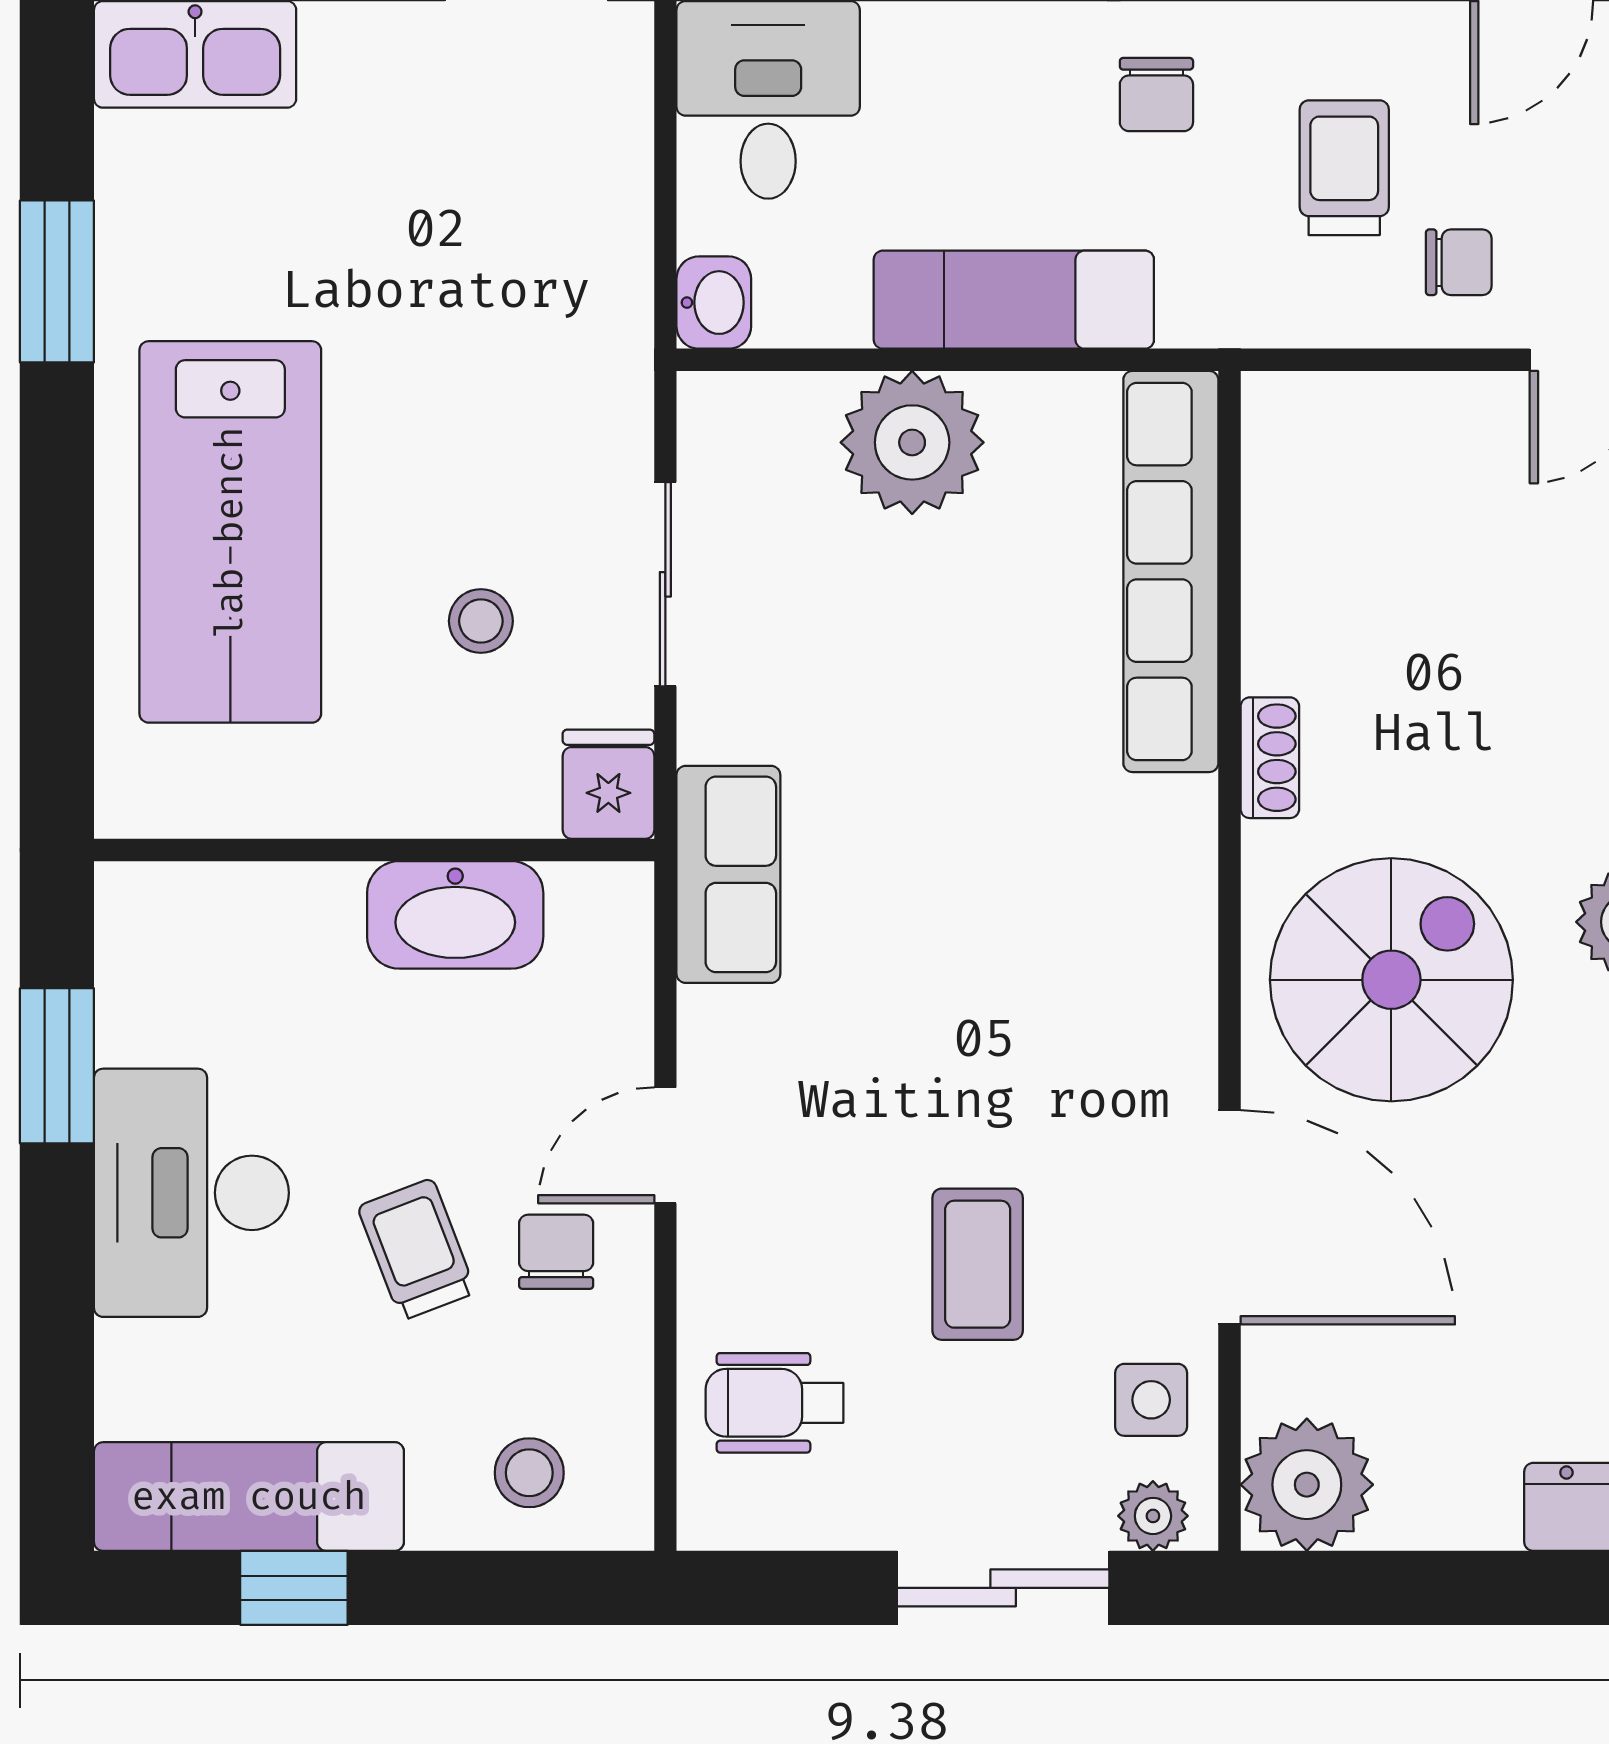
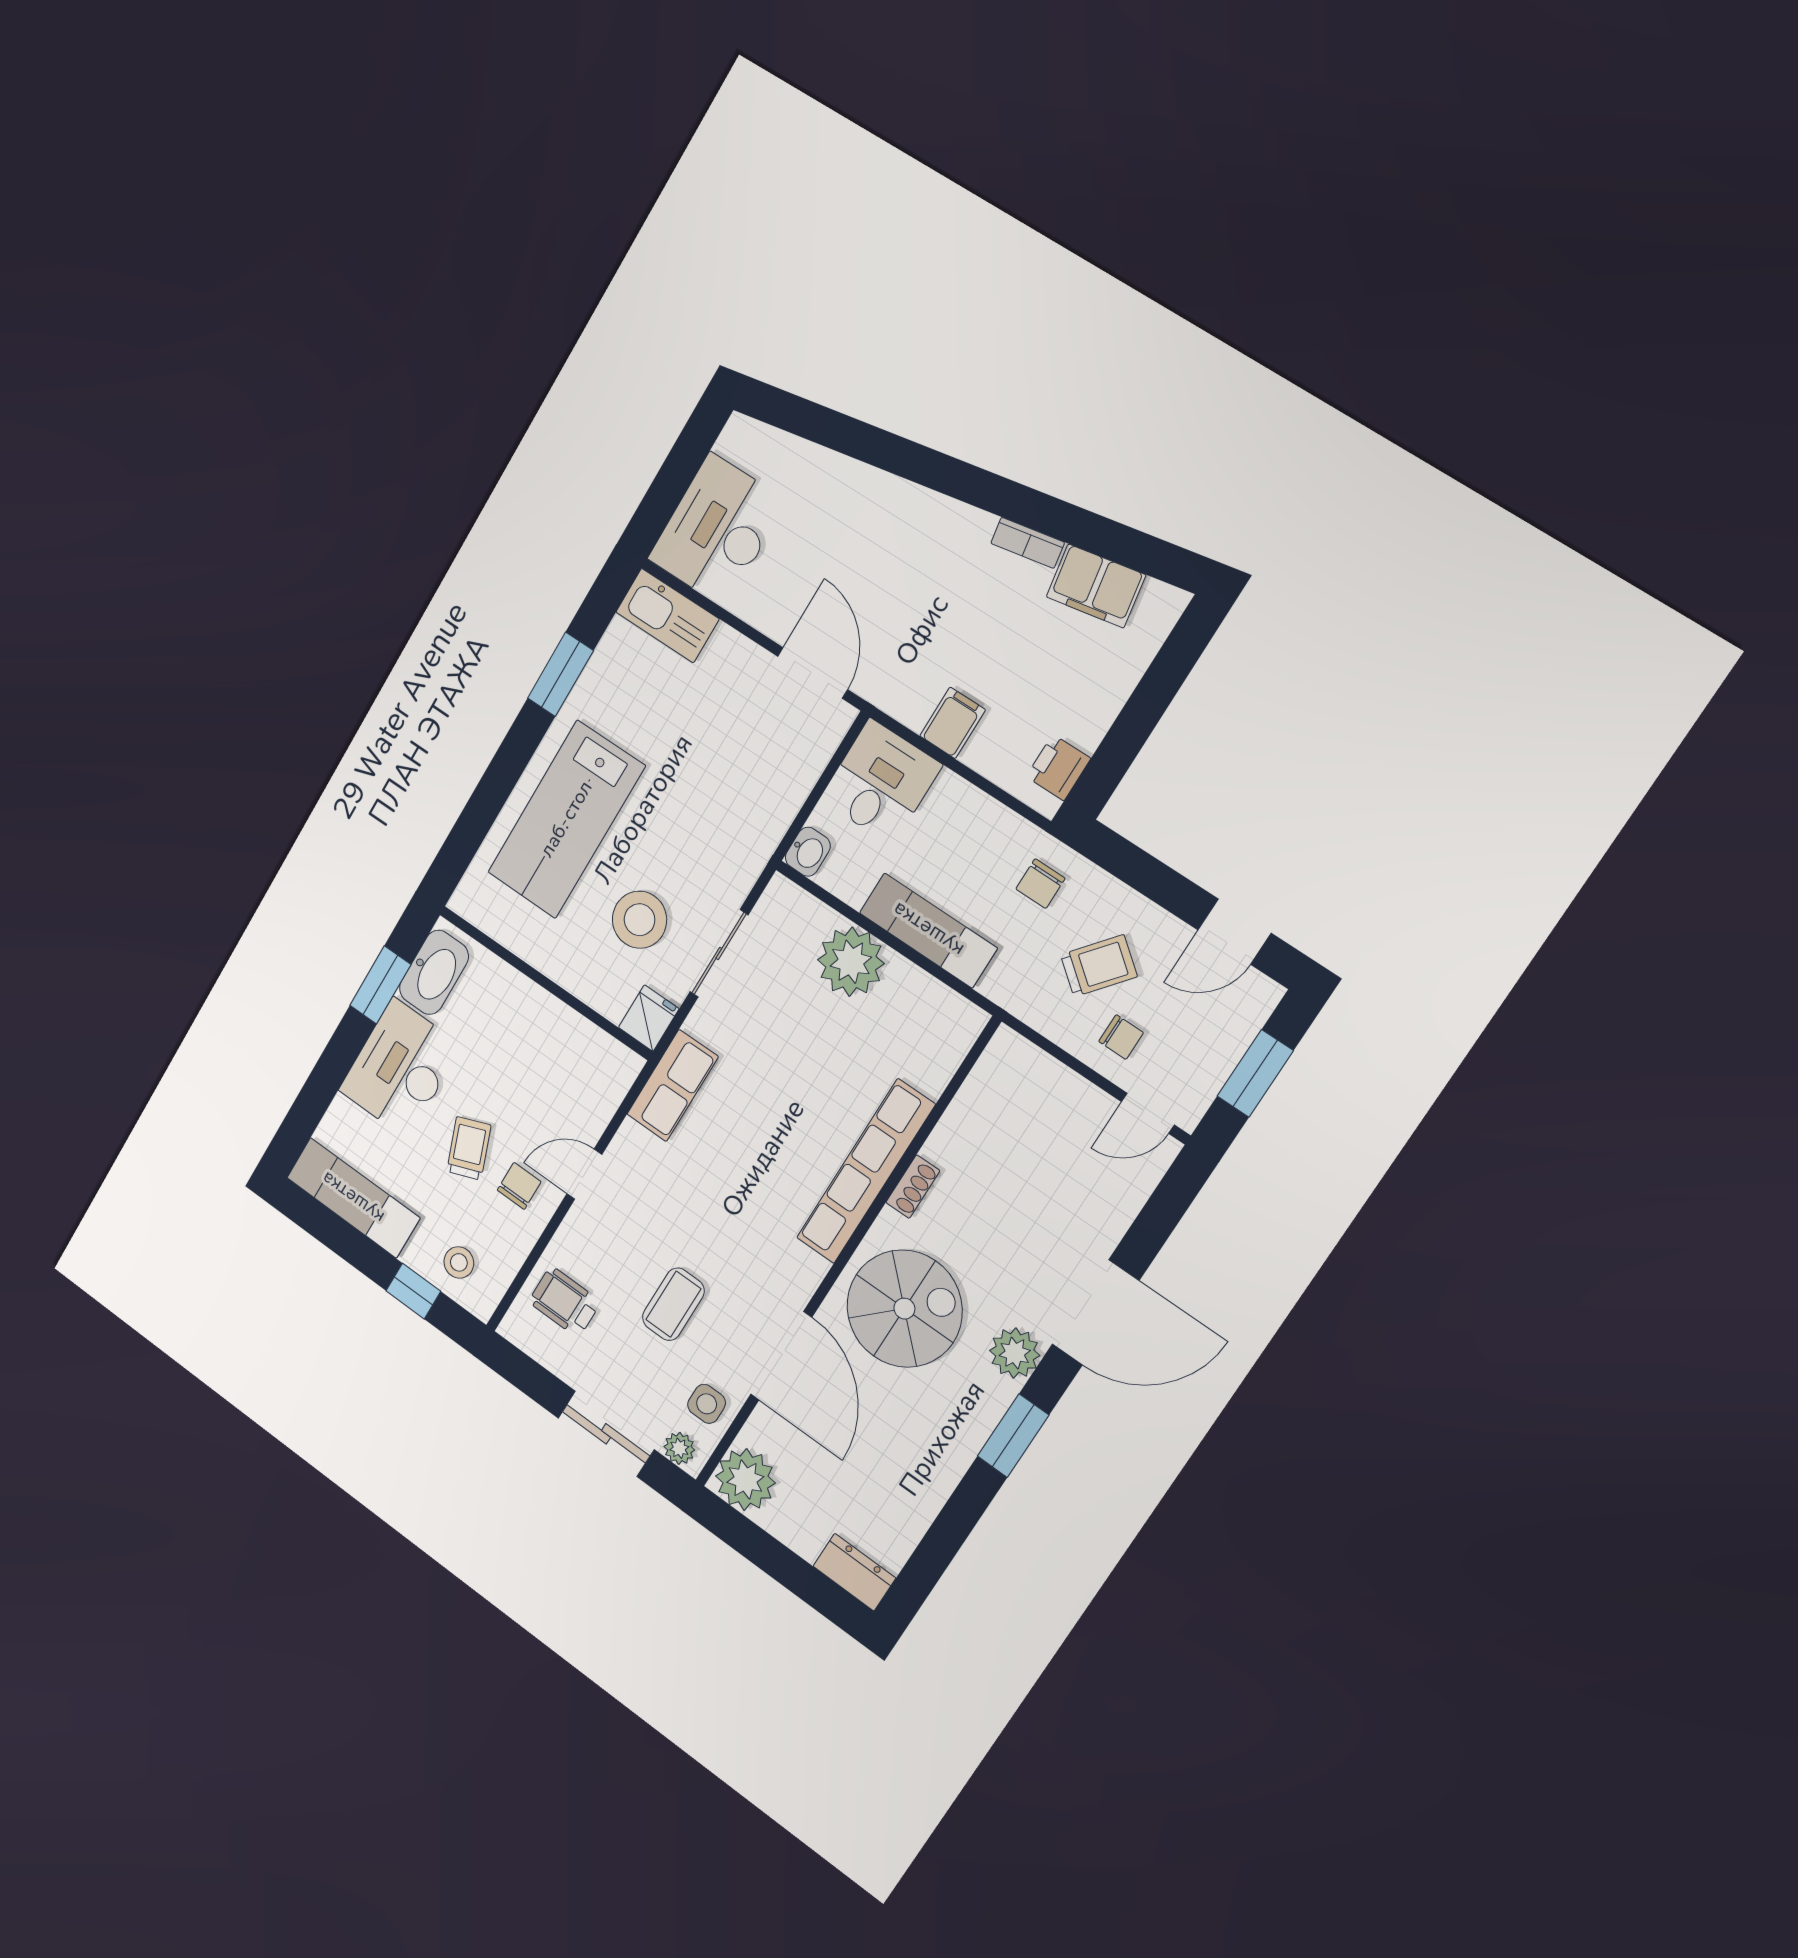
trolley: (1344, 168) -> (1099, 966), turned 39
row of seats: (1171, 571) -> (866, 1171), moved
stool: (481, 621) -> (639, 920), width x1.89, depth x1.89
washbasin: (455, 915) -> (434, 972), moved, turned -90
window: (294, 1588) -> (413, 1291), moved

